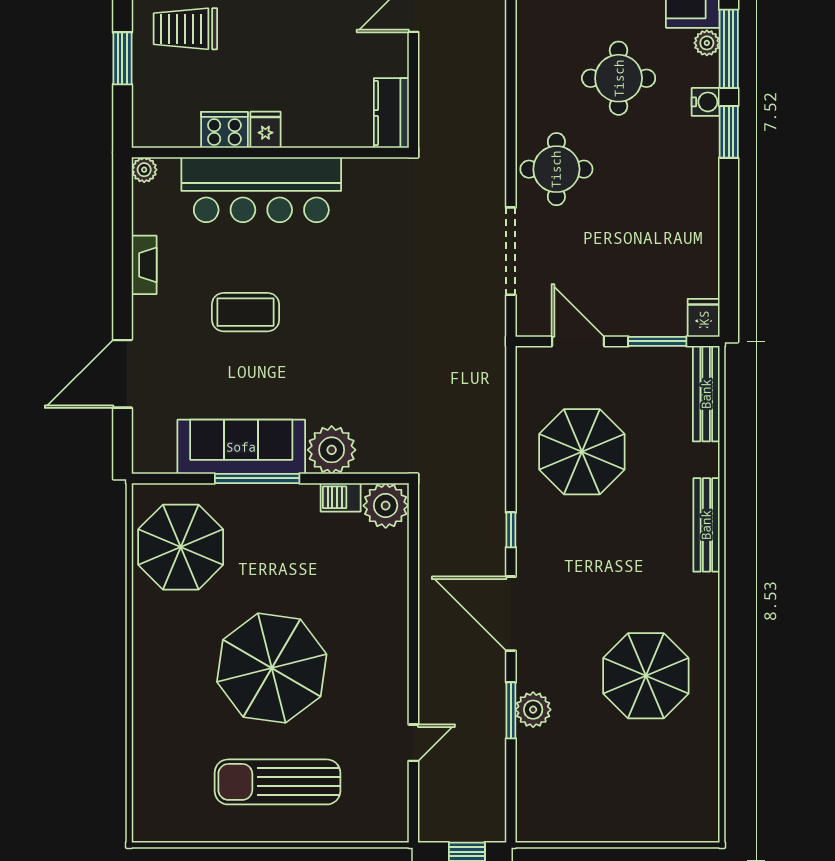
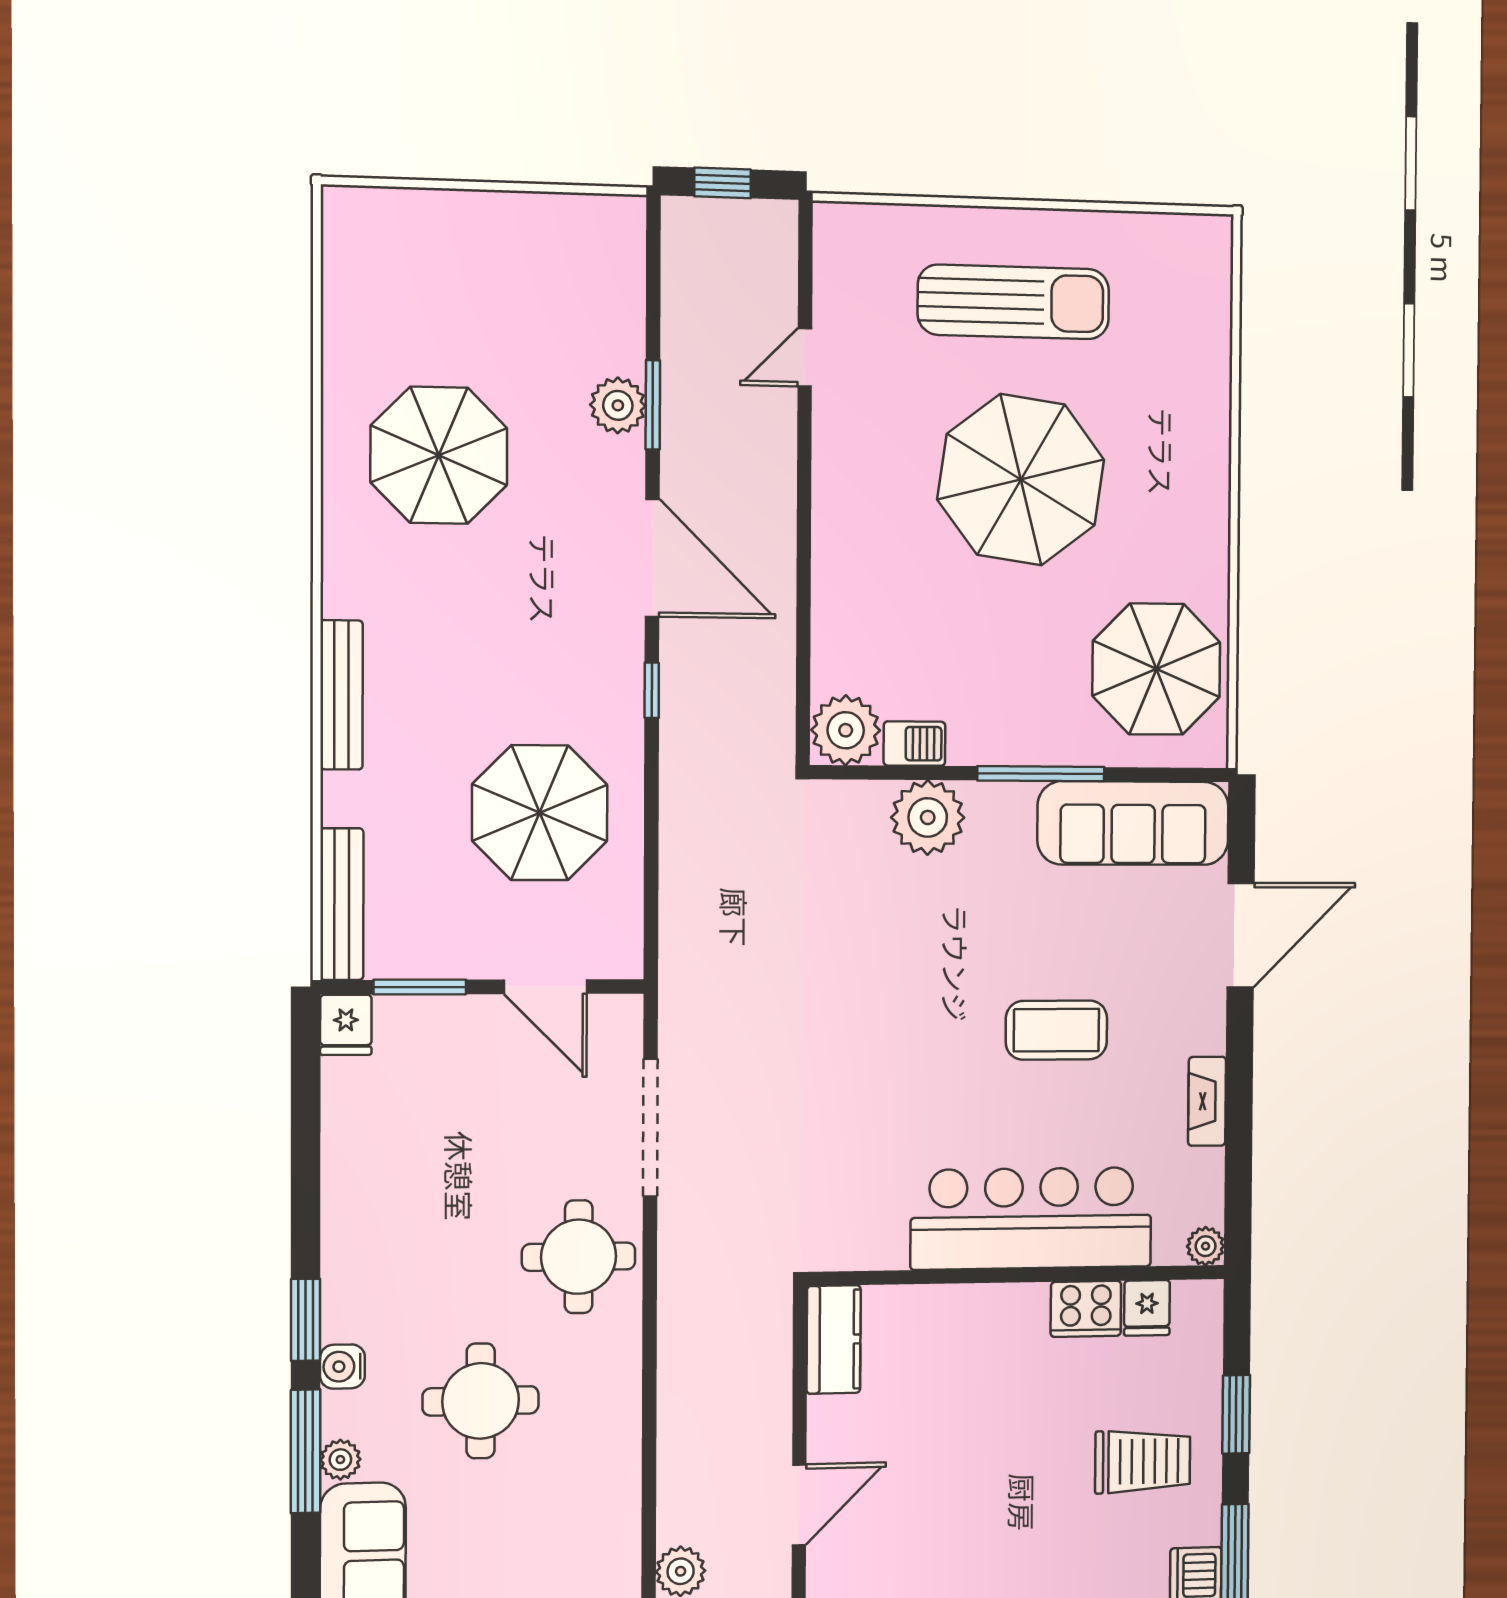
fridge: (265, 130) -> (1147, 1308), moved
sofa: (241, 447) -> (1133, 823), moved

